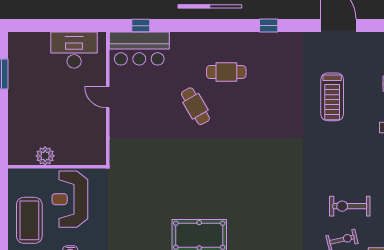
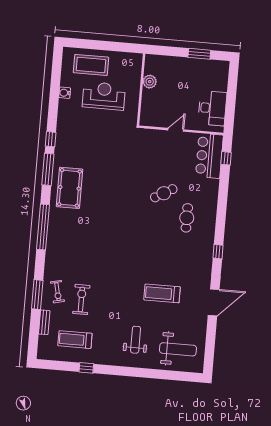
plant: (45, 156) -> (150, 82), moved
wall: (57, 167) -> (141, 90), moved

